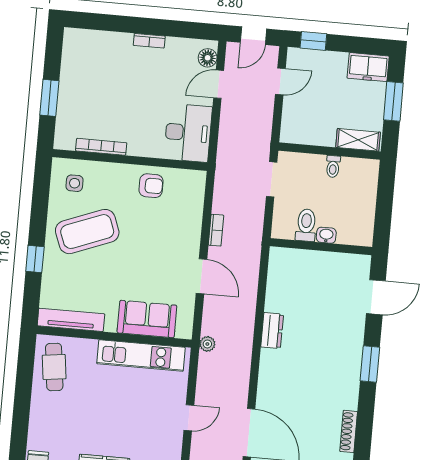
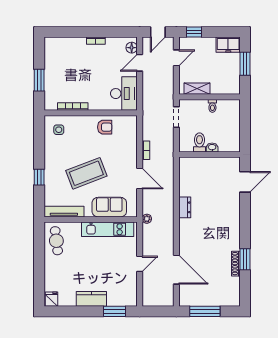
shelving: (358, 140) -> (197, 89), moved
coffee table: (87, 232) -> (86, 173), moved
window: (370, 364) -> (245, 259), moved

